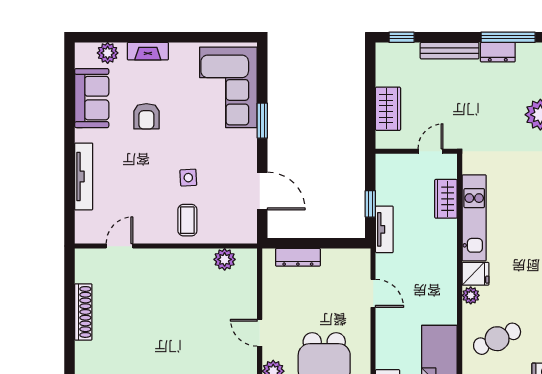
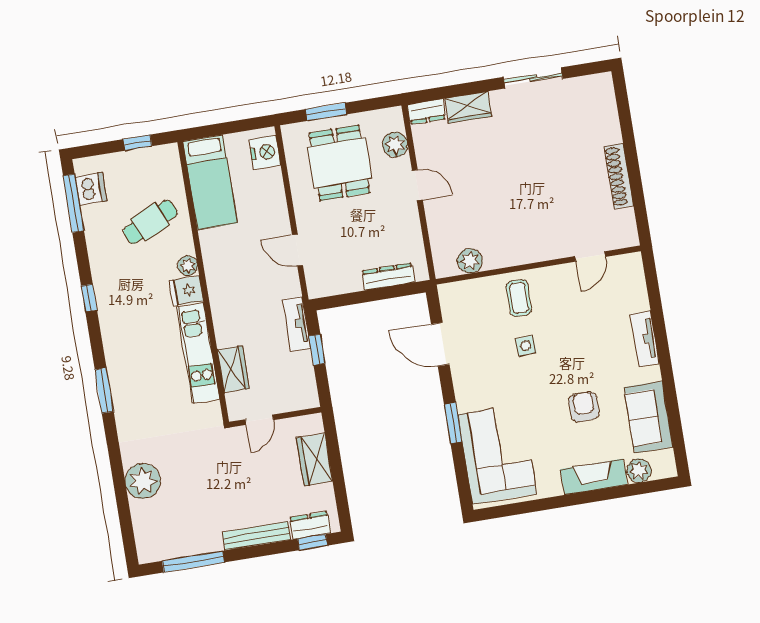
fireplace: (148, 51) -> (594, 477), width x1.37, depth x1.32
dresser: (498, 52) -> (310, 525), moved
tv unit: (84, 176) -> (645, 339), width x0.71

